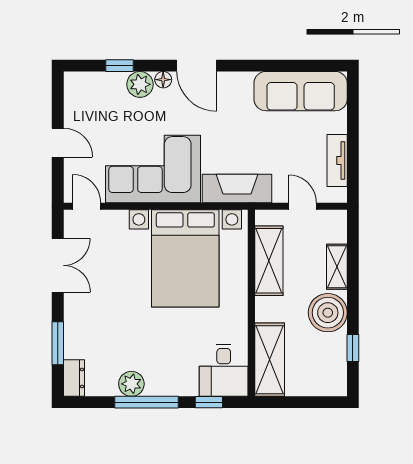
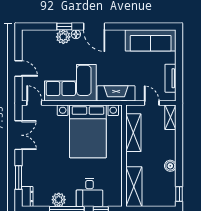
window: (119, 66) -> (64, 27), moved
shelving: (337, 267) -> (170, 117), moved
boiler: (328, 313) -> (170, 166), width x0.54, depth x0.54
window: (353, 348) -> (179, 194), moved
desk: (224, 370) -> (89, 192), moved

